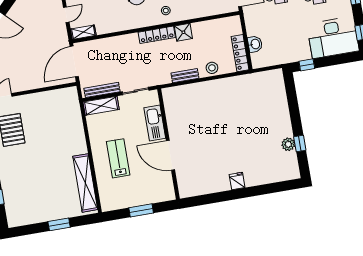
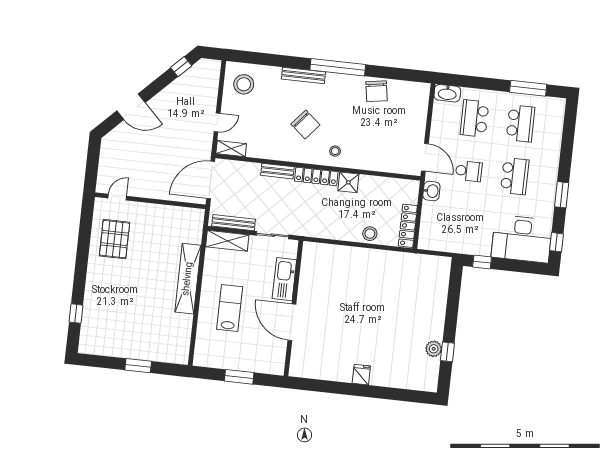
washbasin: (255, 44) -> (431, 191), moved
bench: (185, 76) -> (277, 171), moved
shelving: (85, 183) -> (188, 279), moved

